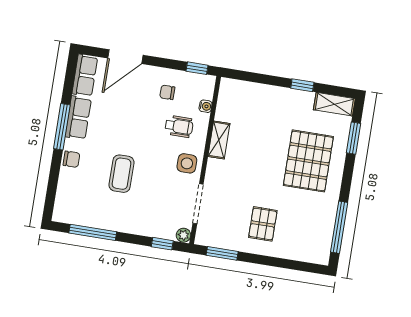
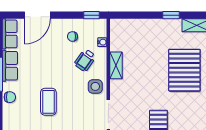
wheelchair: (179, 126) -> (85, 60), turned 125

